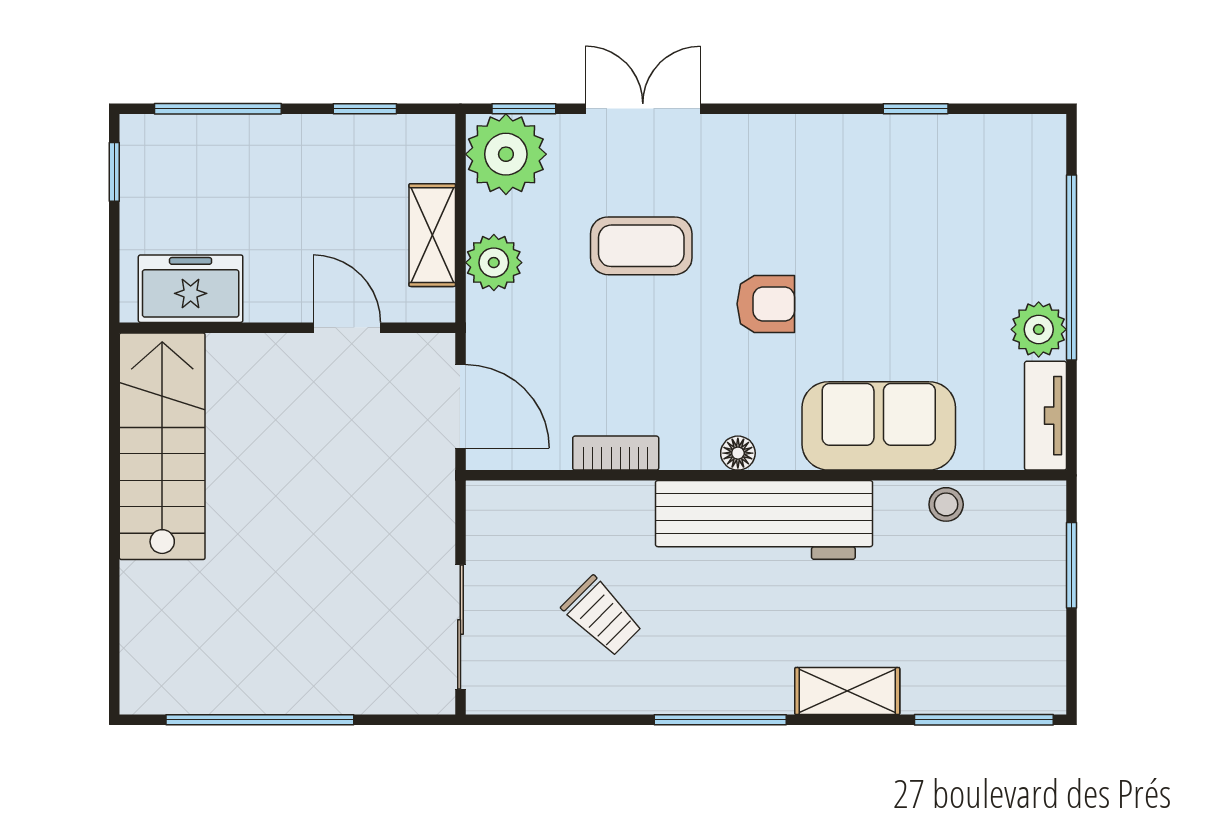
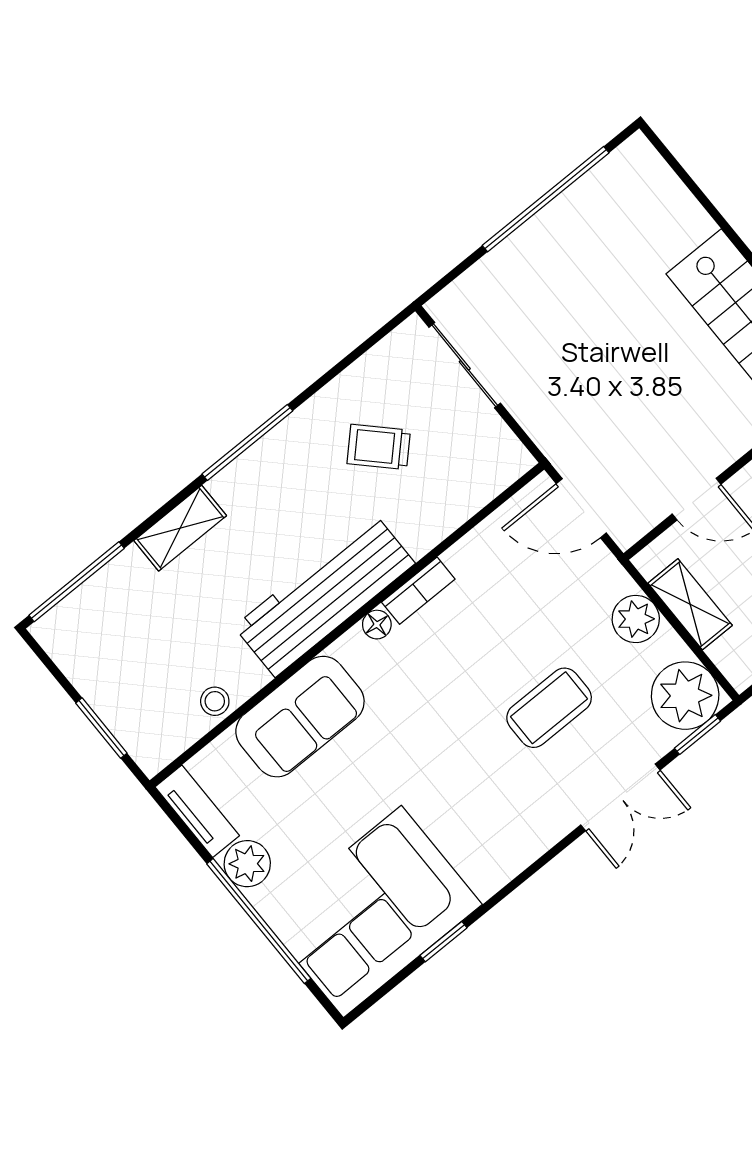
corner sofa: (959, 190) -> (372, 912), added
armchair: (766, 304) -> (438, 736), removed
bookcase: (616, 453) -> (418, 591), moved

